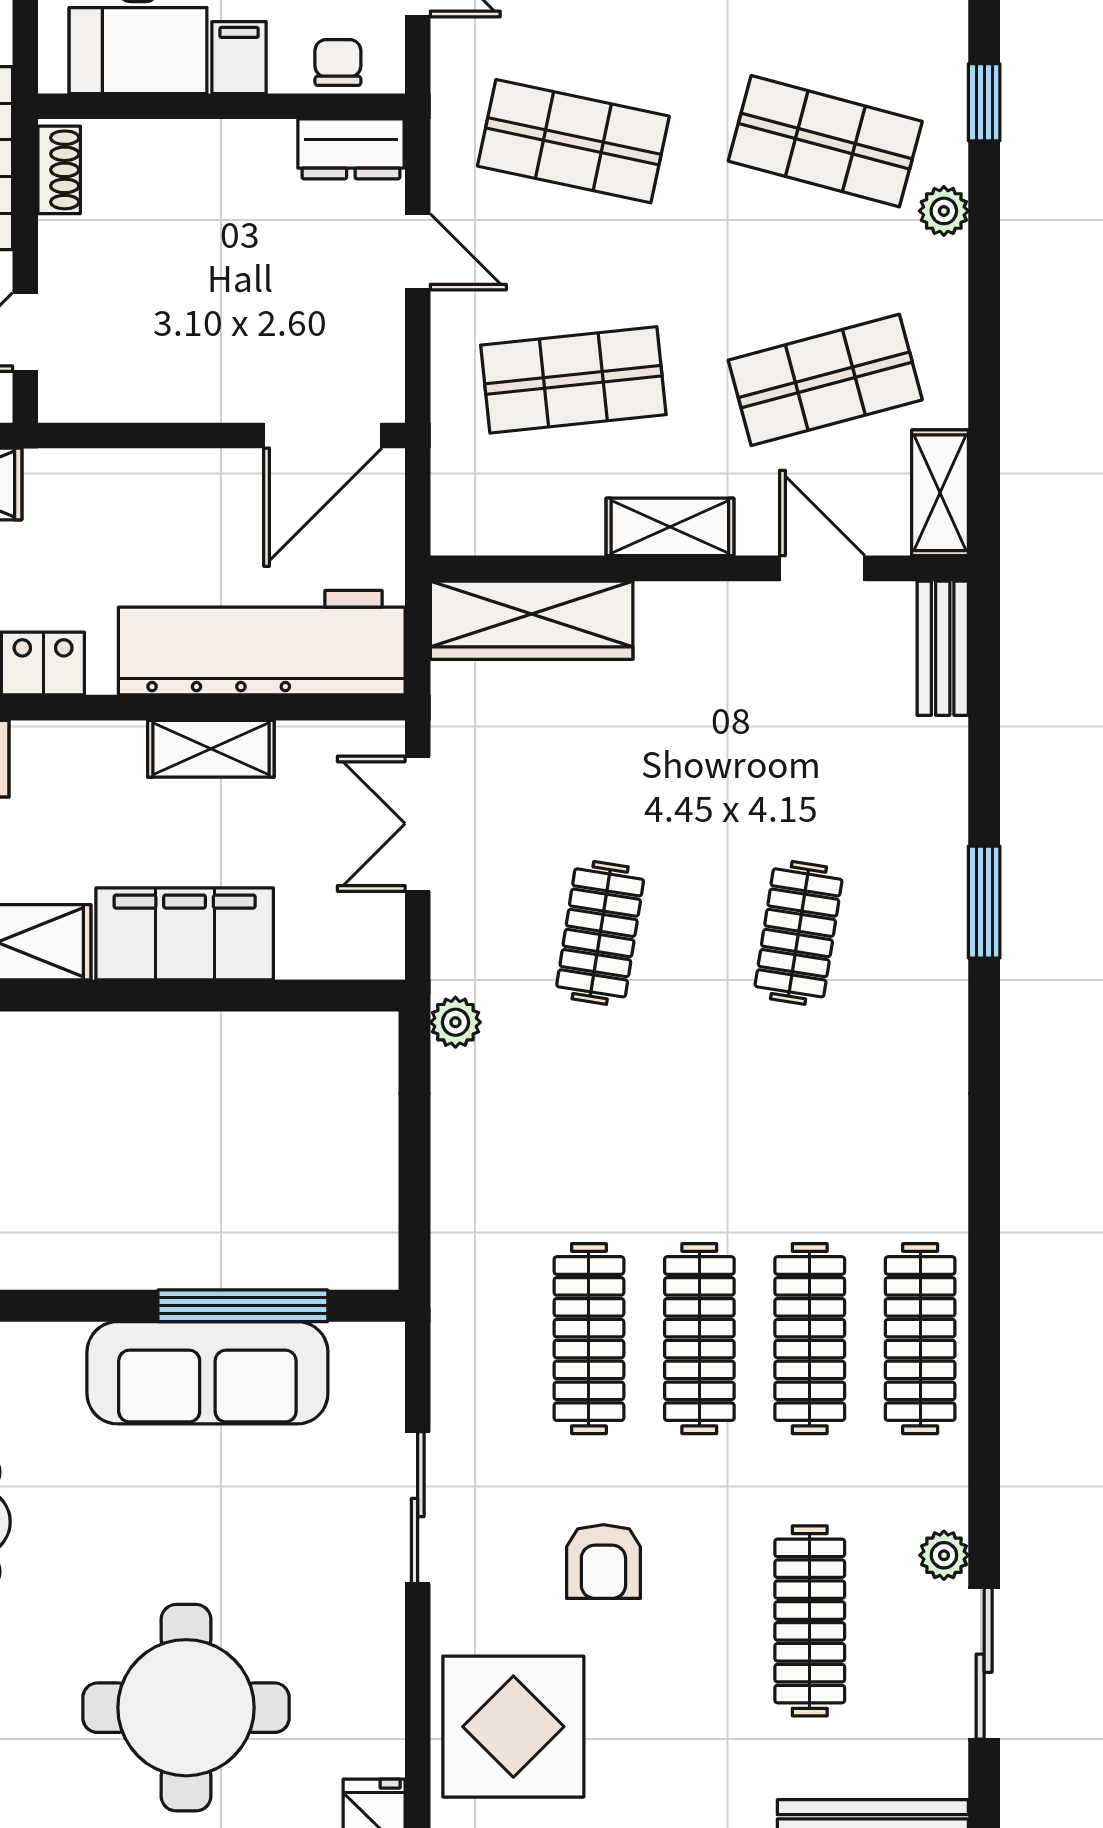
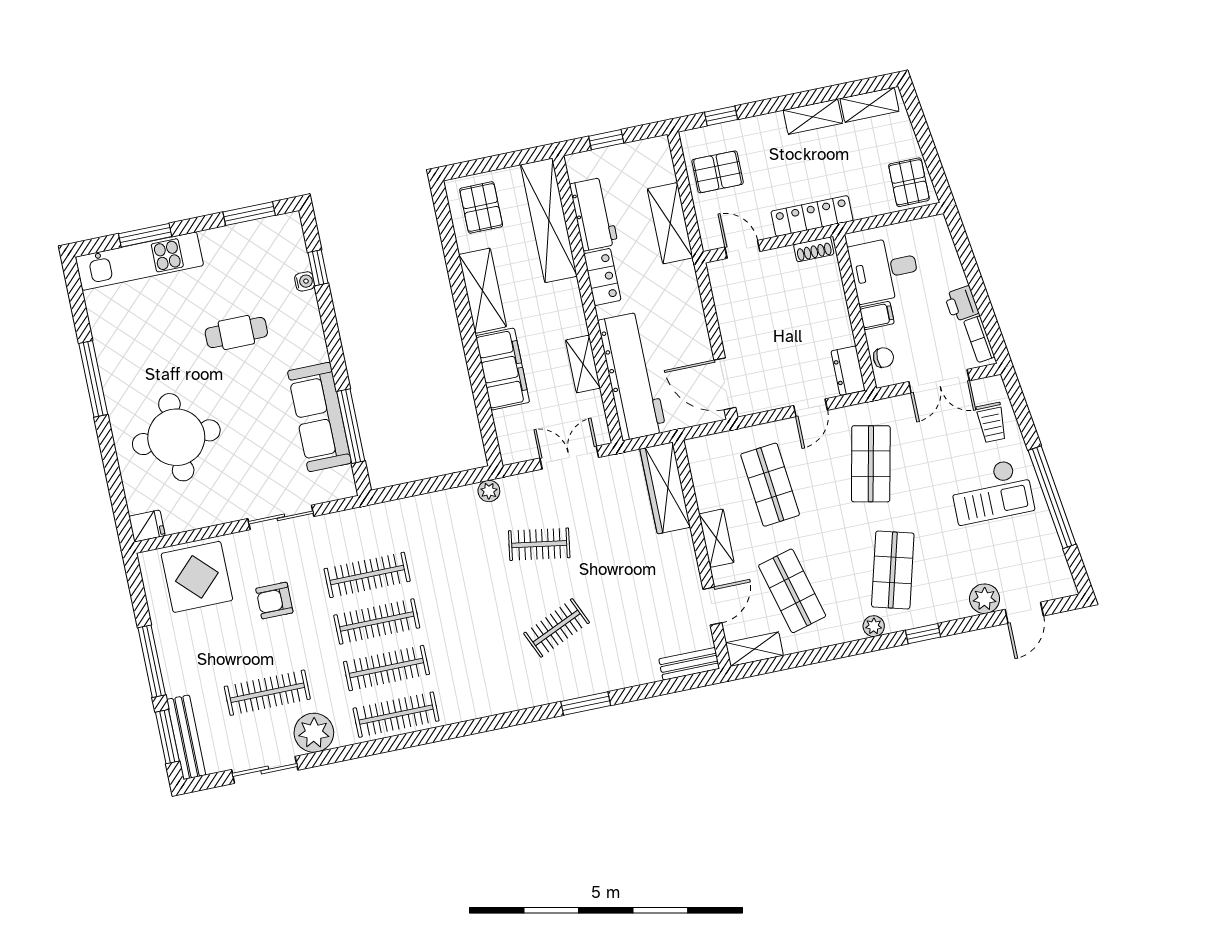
clothes rail: (799, 933) -> (557, 628), turned -33
plant: (944, 1555) -> (314, 733), width x1.88, depth x1.88

